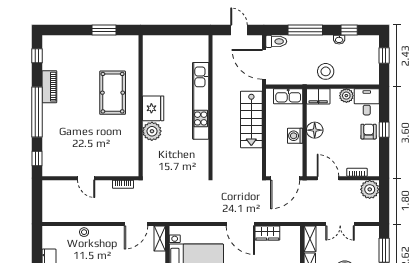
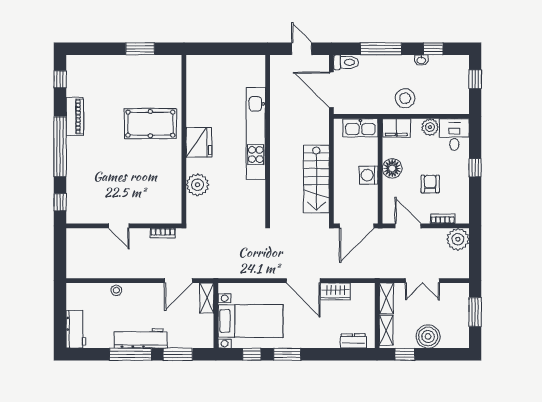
pool table: (113, 93) -> (150, 124), turned 90
stairs: (251, 119) -> (316, 179), moved
plant: (152, 131) -> (198, 185), moved
armchair: (369, 132) -> (430, 184), moved

